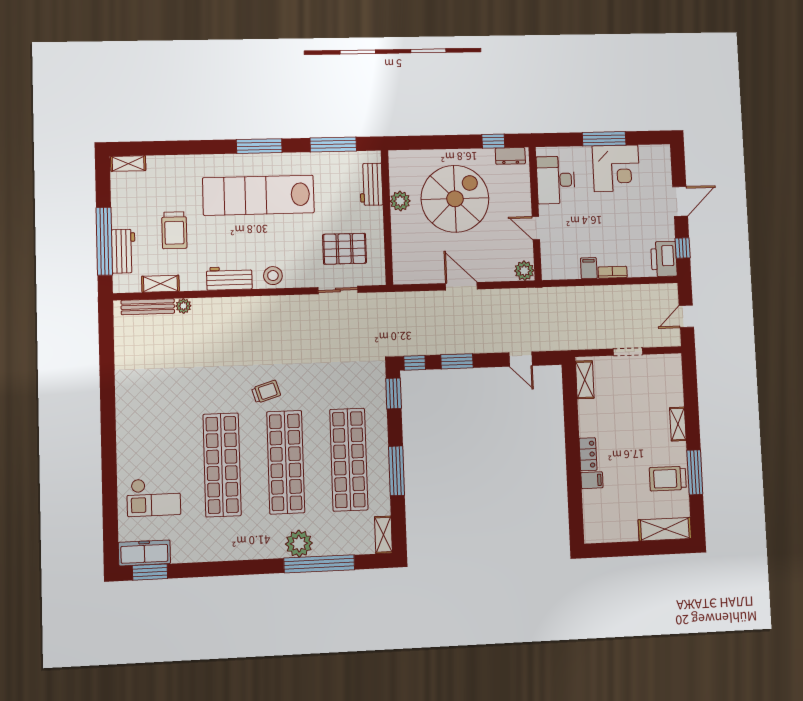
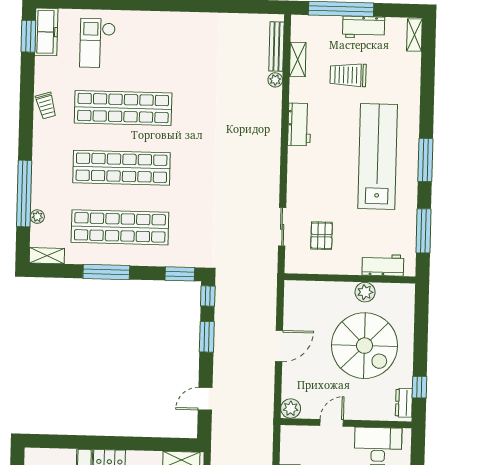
pallet: (345, 249) -> (322, 236), width x0.67, depth x0.71
workbench: (123, 251) -> (364, 27), moved
stool: (273, 276) -> (300, 166), removed
trolley: (266, 392) -> (46, 106), moved
plant: (299, 544) -> (37, 217), moved, width x0.53, depth x0.53

